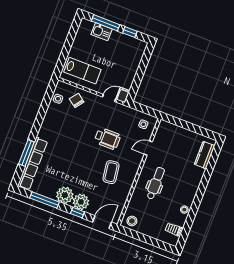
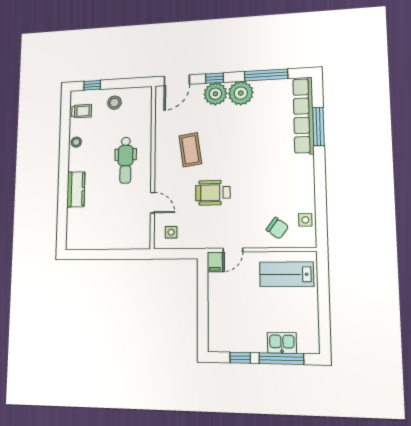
door: (148, 148) -> (152, 203), hinge flipped
kitchen counter: (205, 155) -> (76, 189), moved
stool: (132, 221) -> (114, 103), moved
window: (160, 244) -> (92, 85), added

